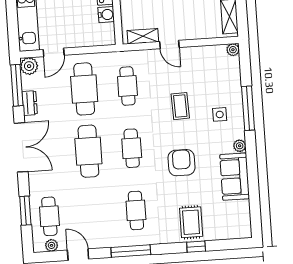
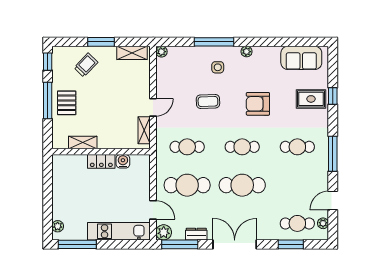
sofa: (235, 177) -> (301, 58), moved

